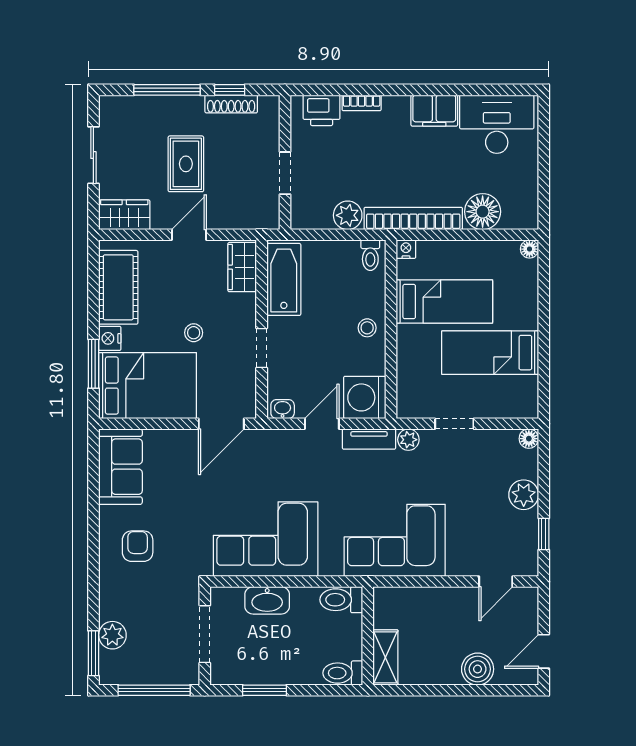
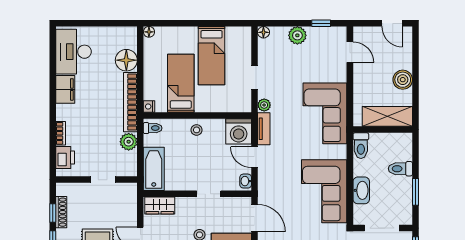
bathtub: (284, 279) -> (154, 169), moved, turned 90
shelving: (385, 657) -> (387, 116), width x1.50, depth x1.33
boiler: (478, 669) -> (403, 80), moved
toilet: (343, 673) -> (400, 169), moved, turned 90

